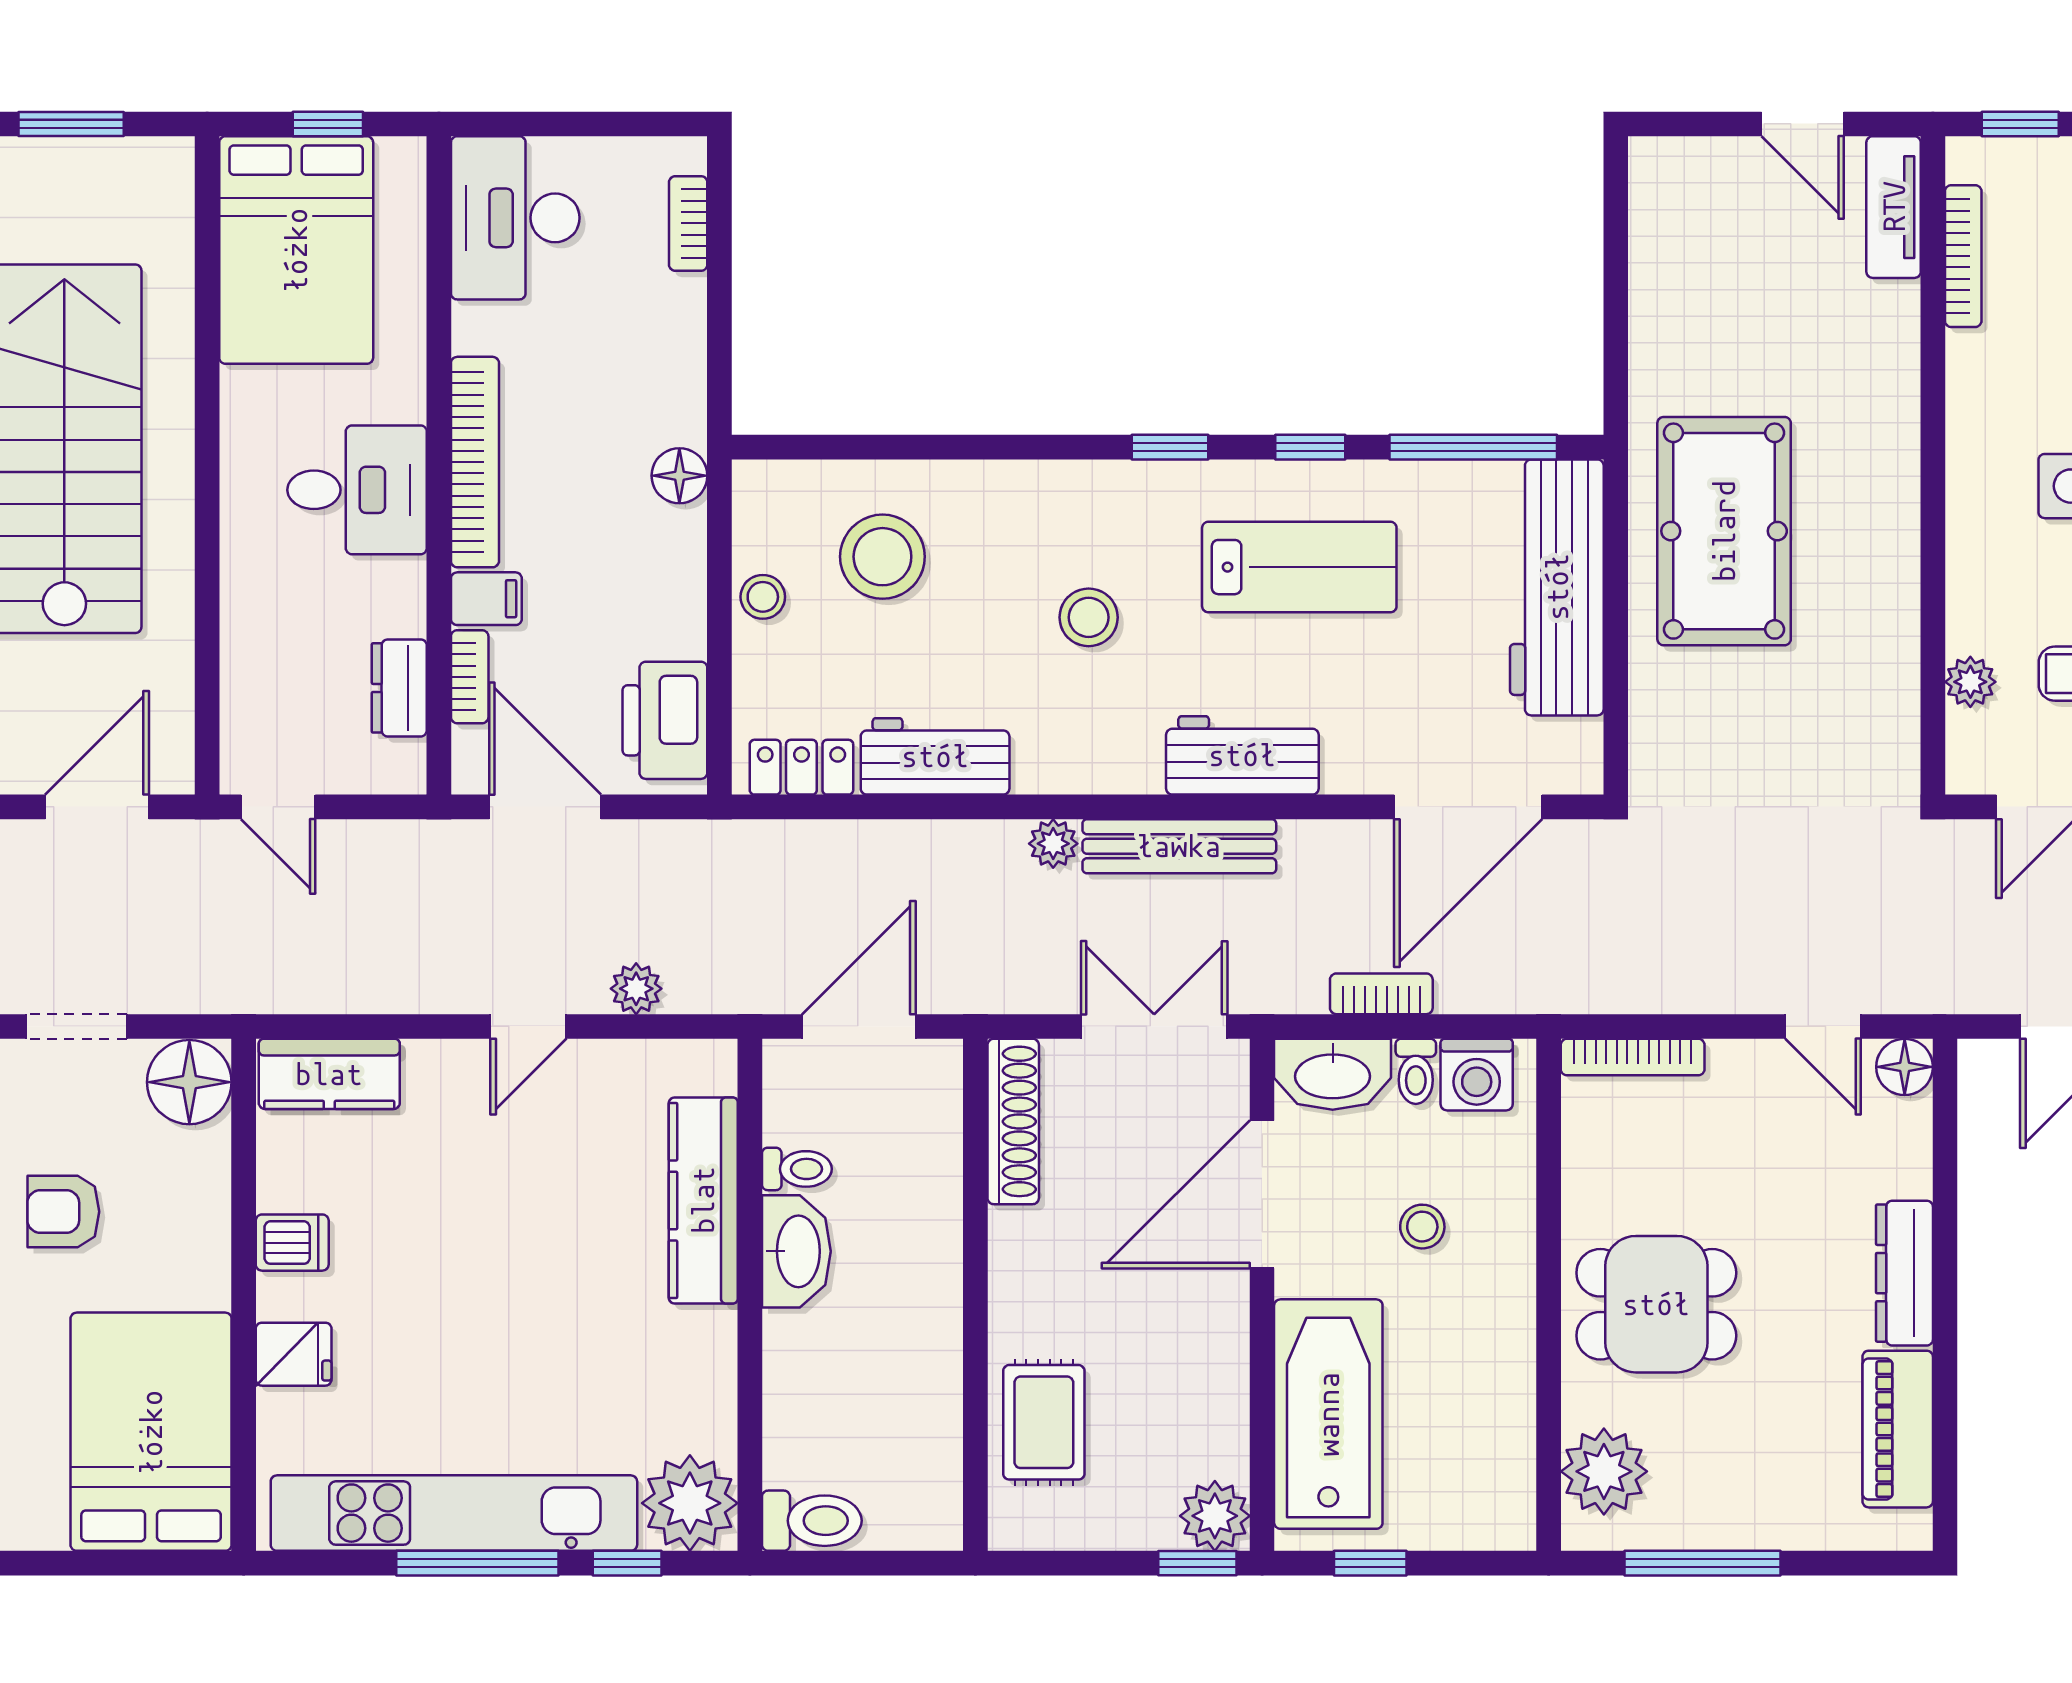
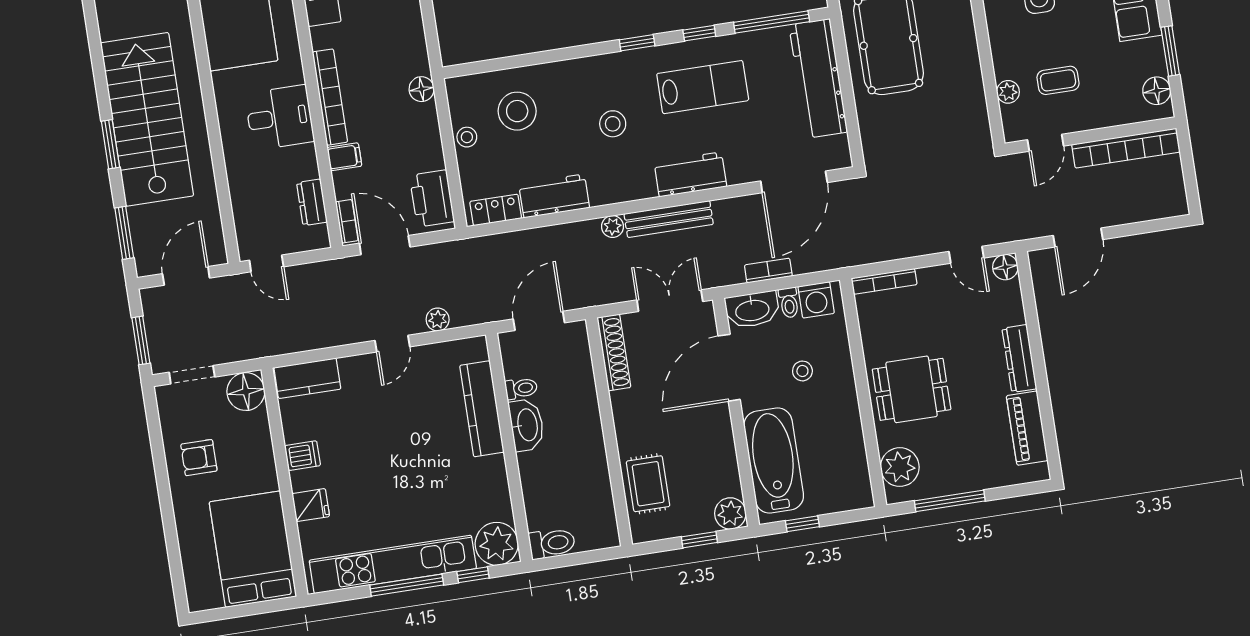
bookcase: (470, 677) -> (347, 221), moved
window: (1197, 1563) -> (699, 540), moved

